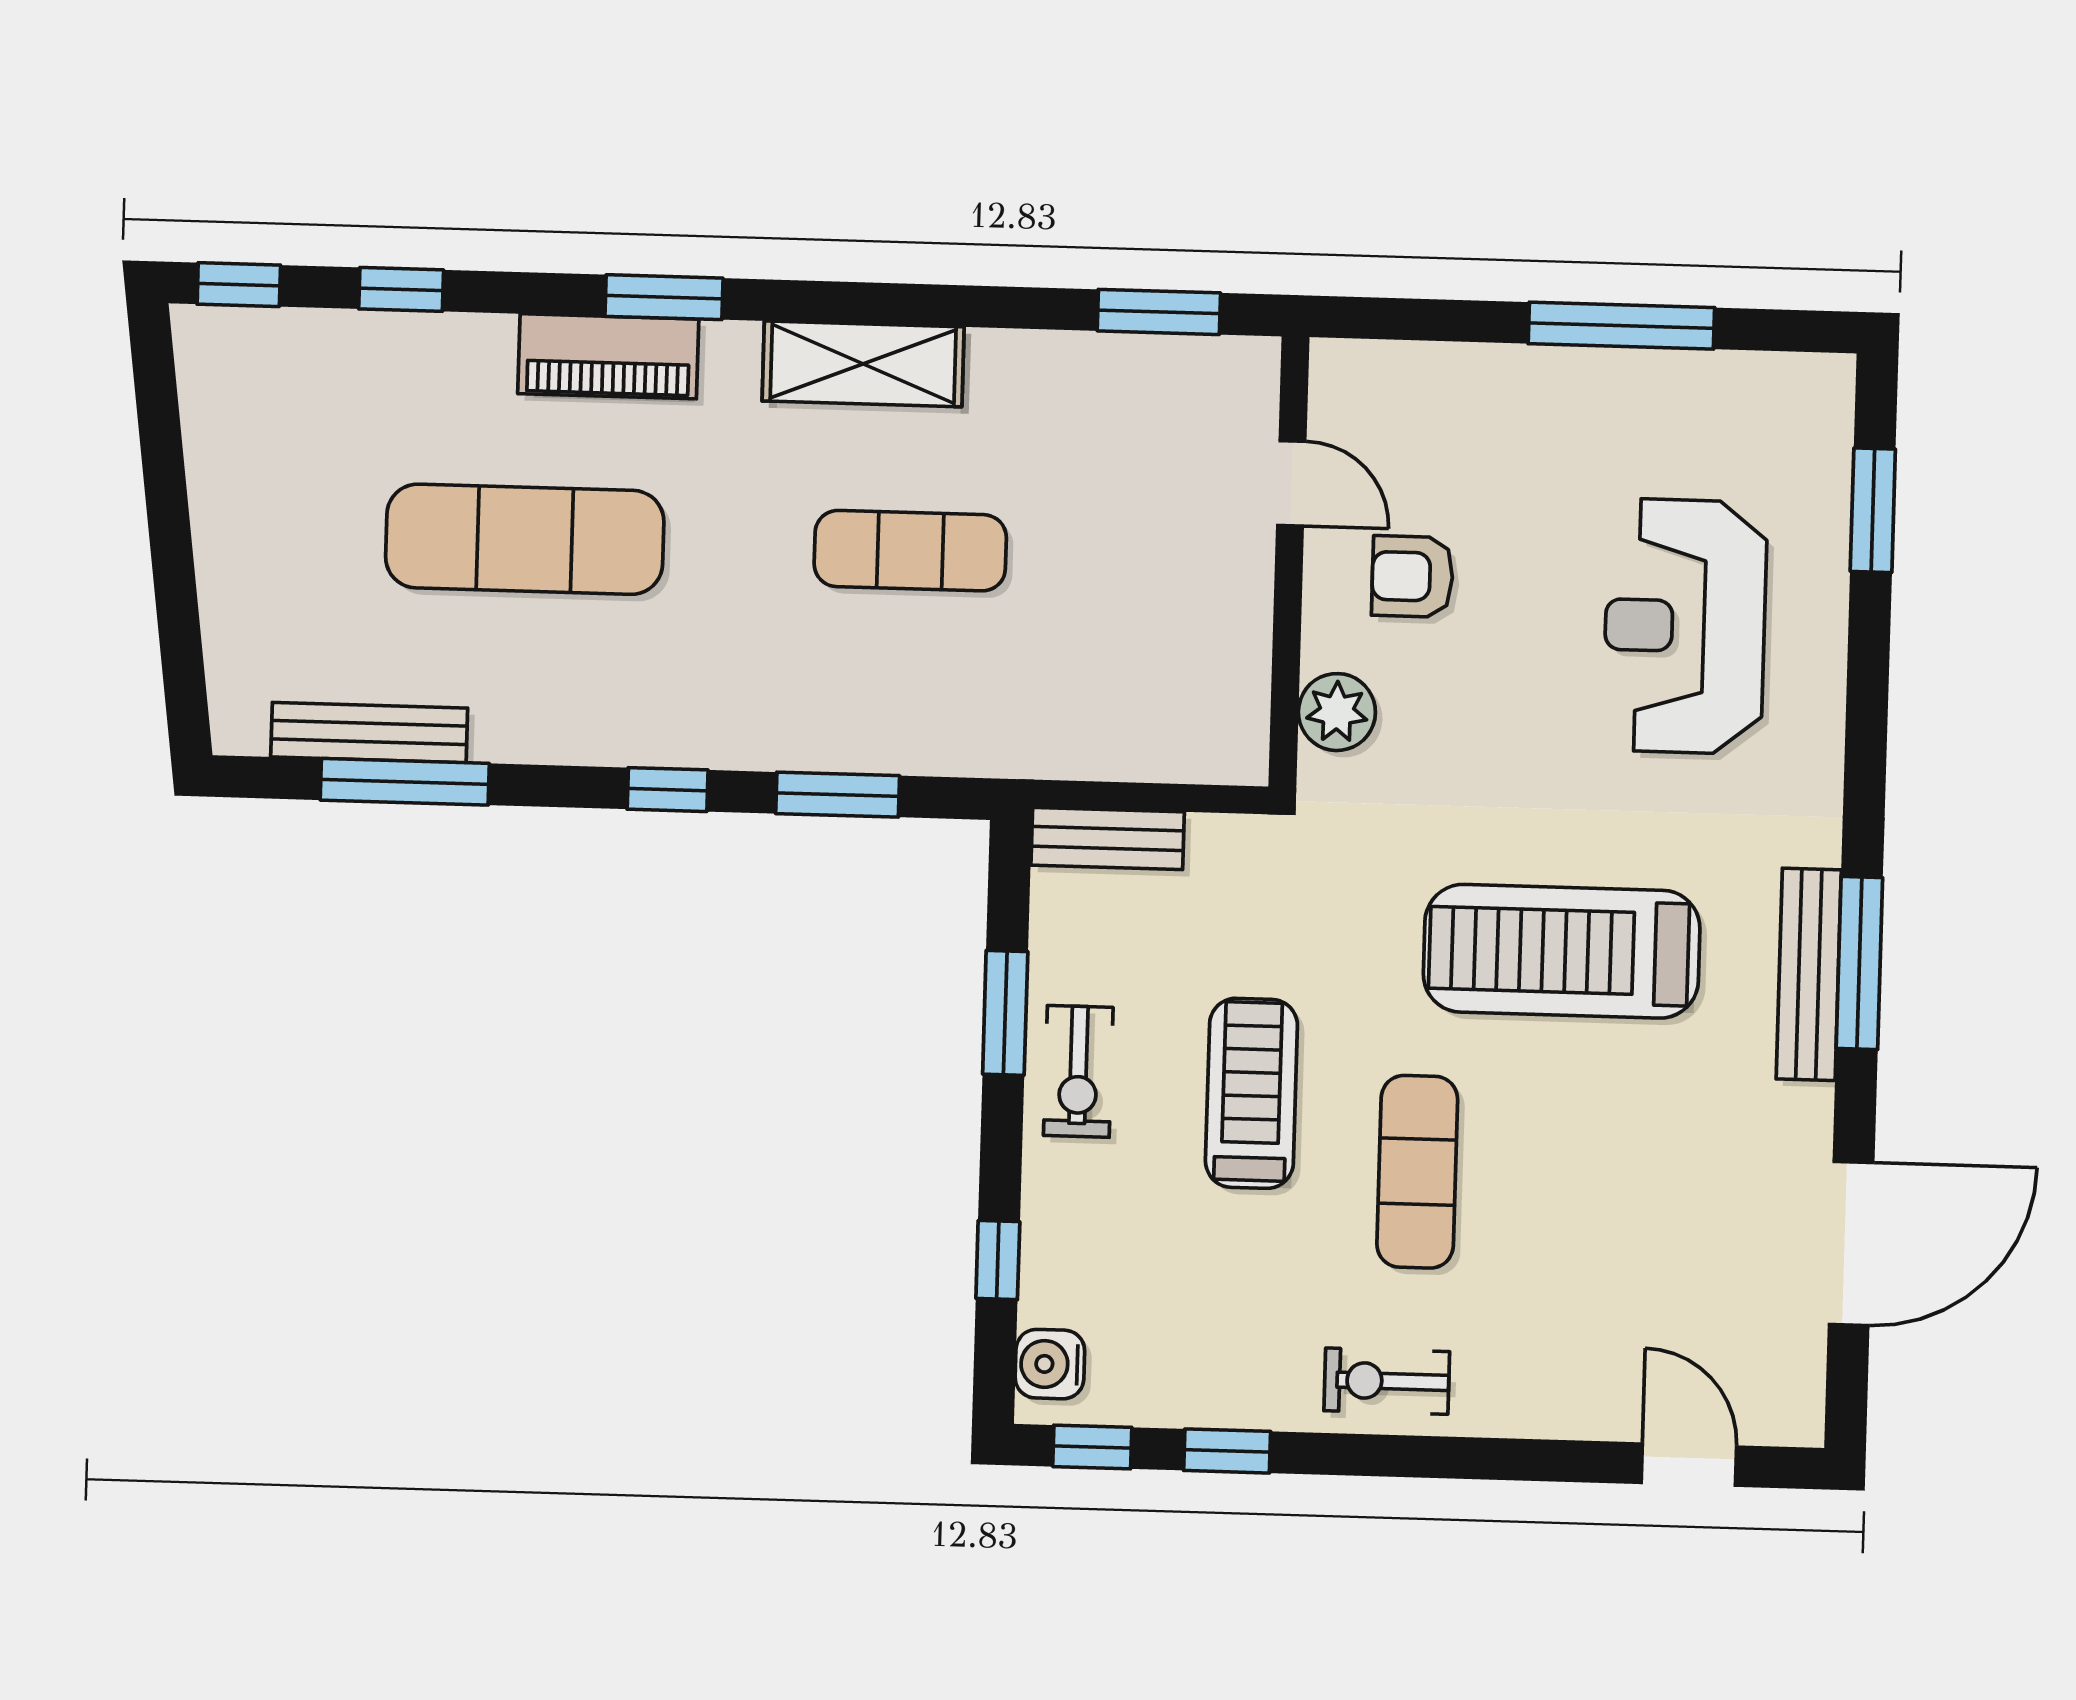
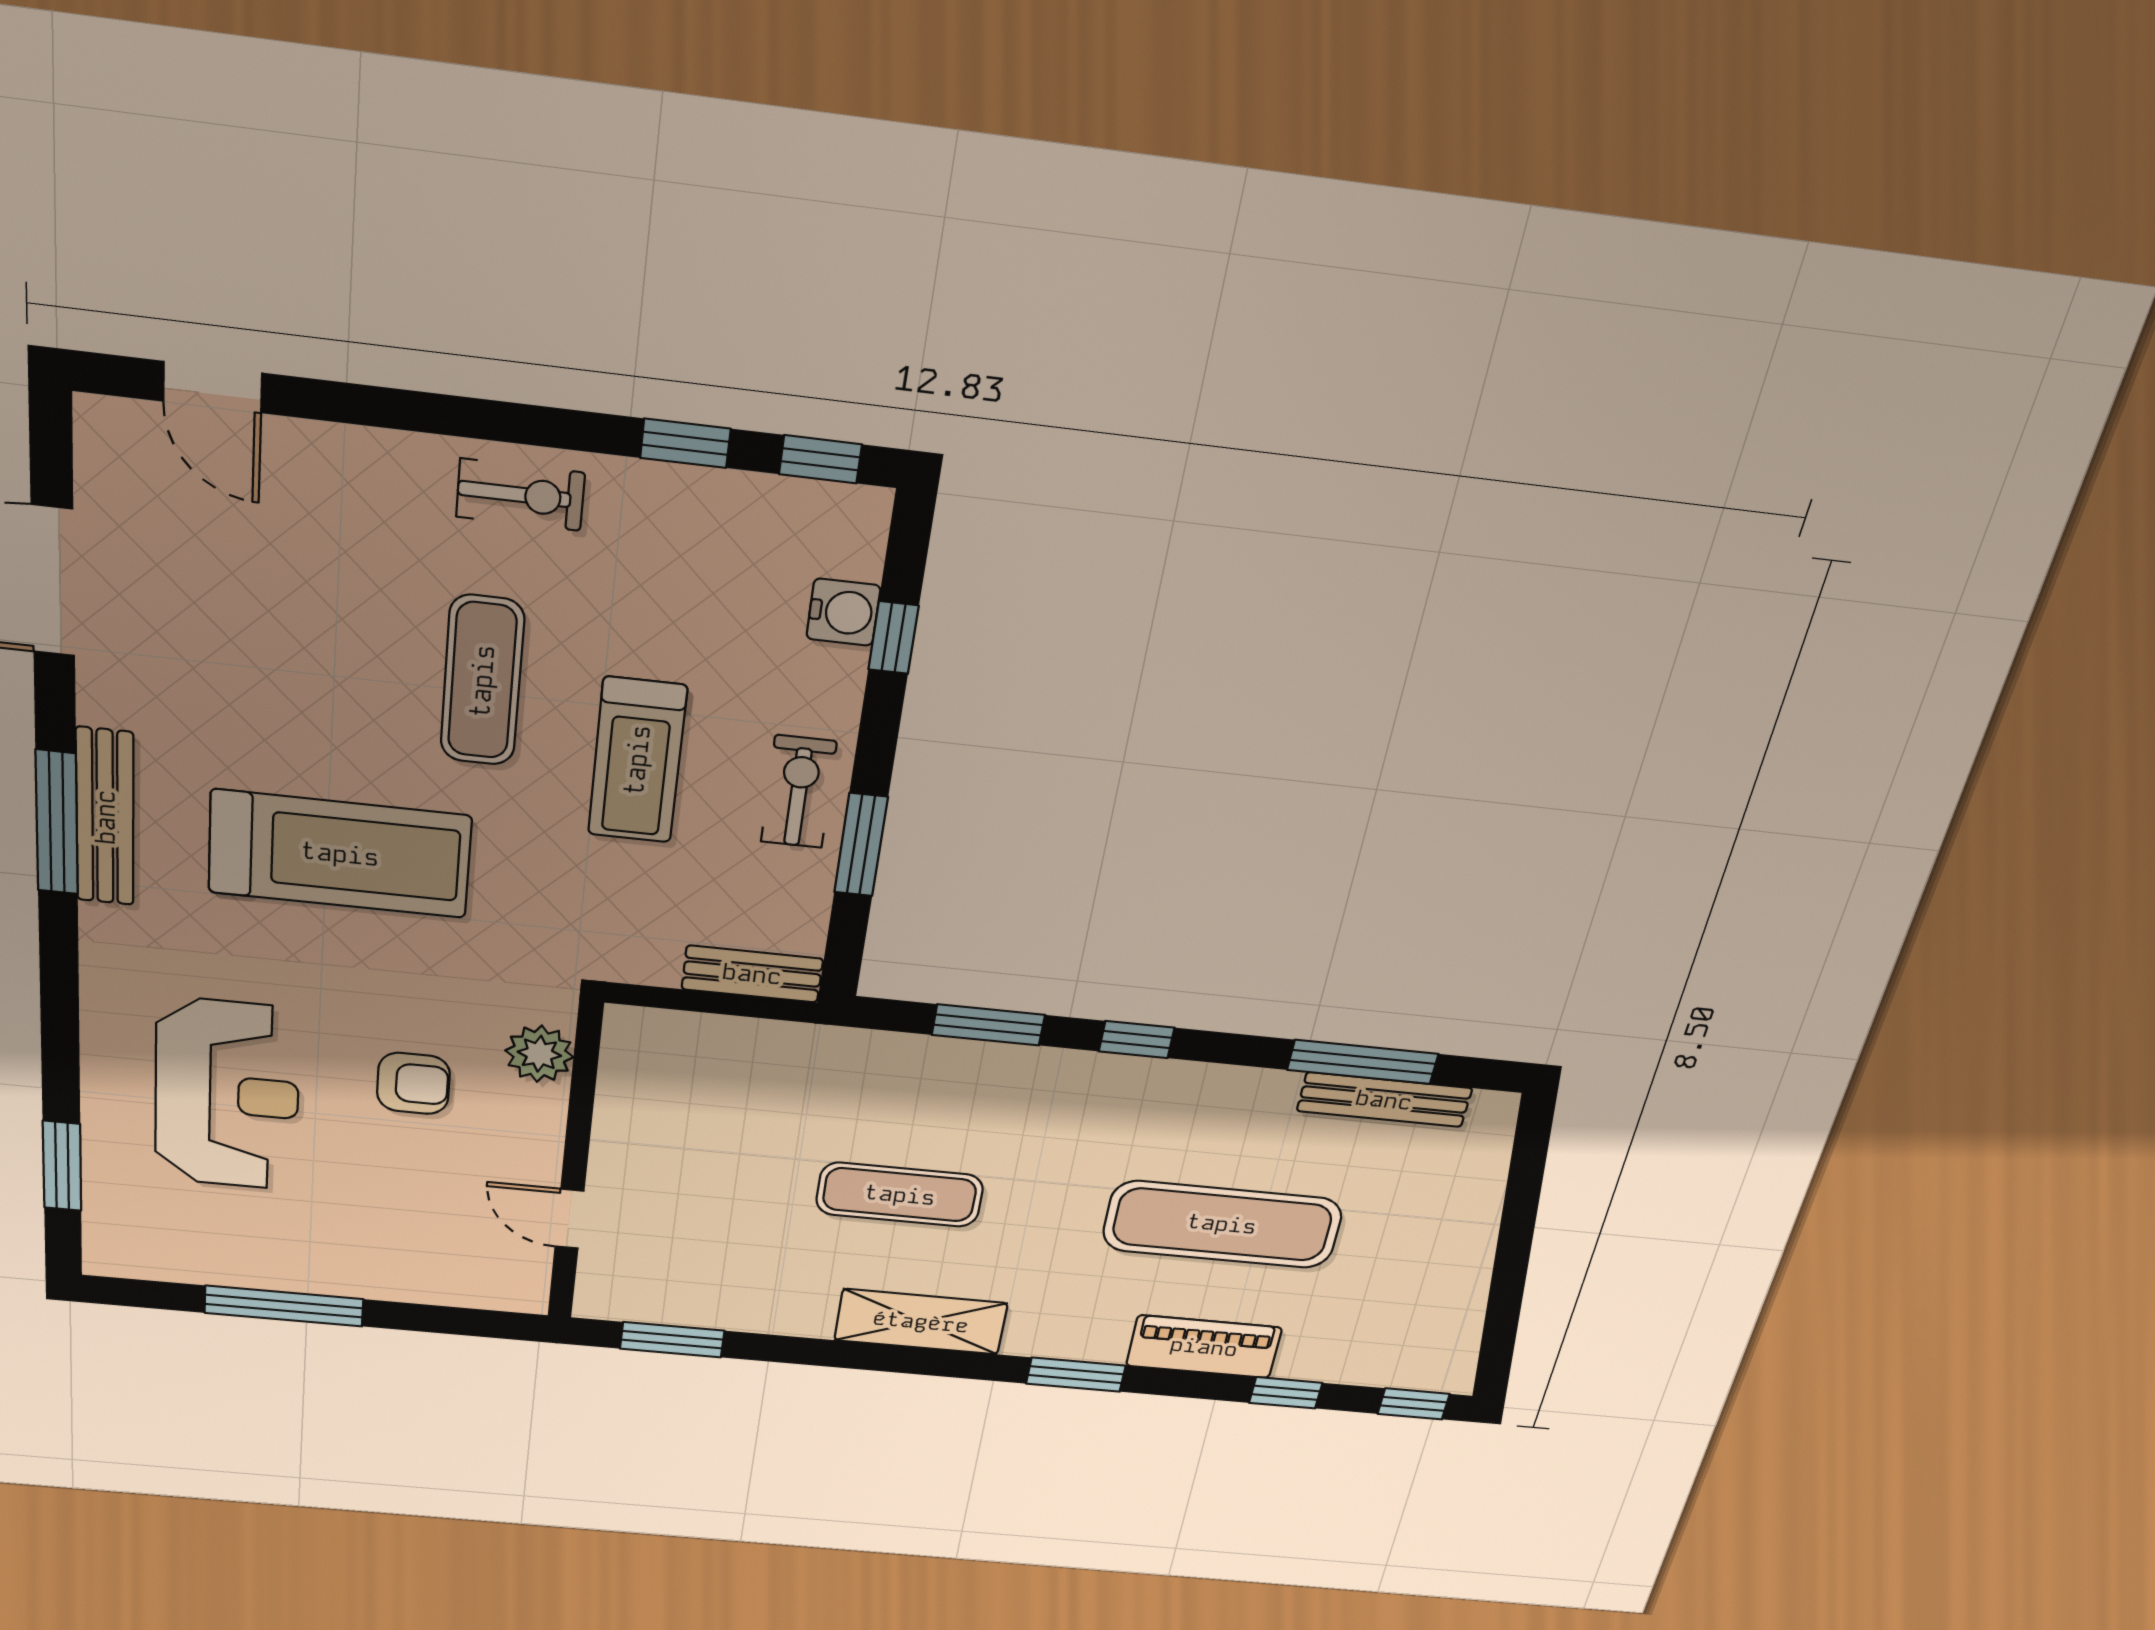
piano: (608, 356) -> (1204, 1347), moved
armchair: (1412, 576) -> (413, 1083), moved
water cooler: (1050, 1364) -> (843, 612), moved

